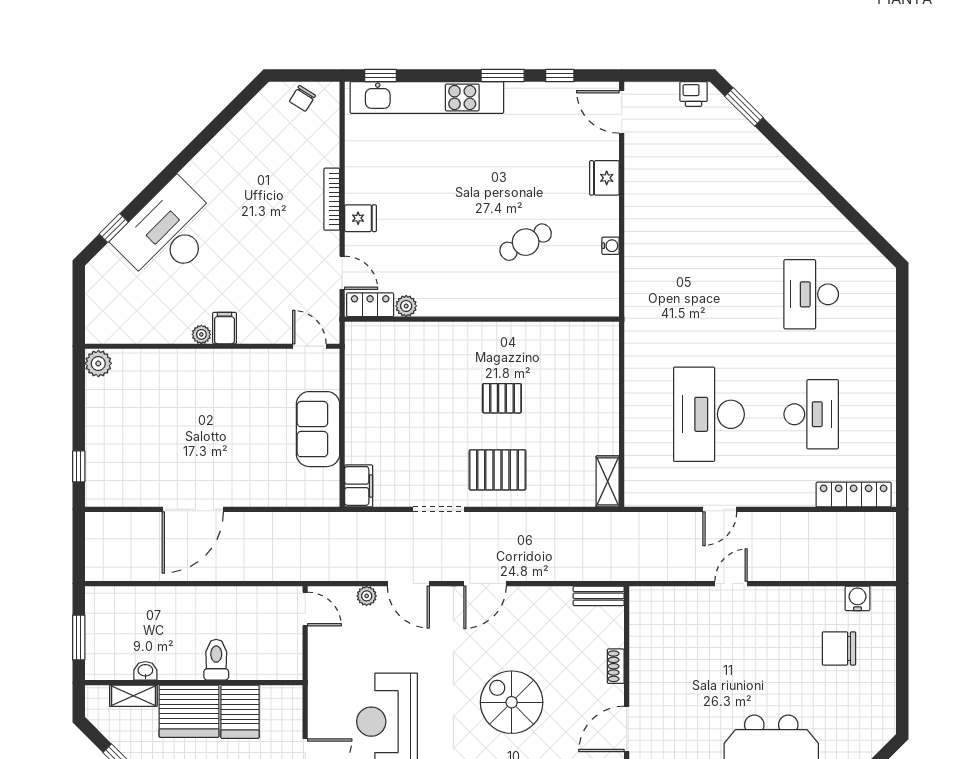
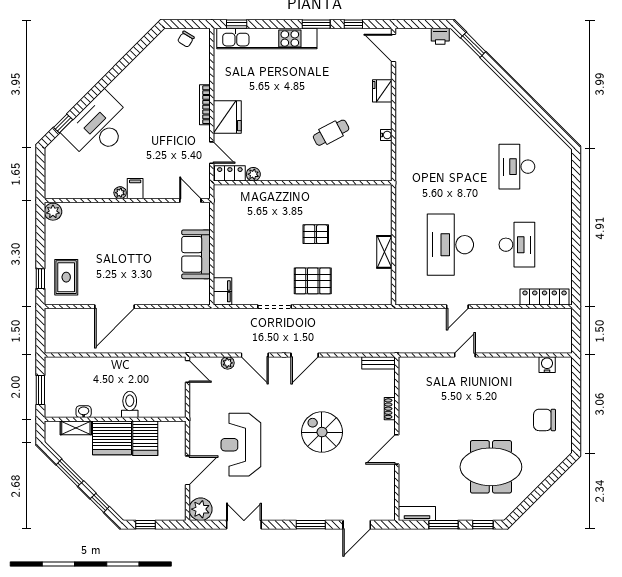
fridge: (361, 218) -> (227, 117), width x1.88, depth x1.34
rug: (119, 464) -> (66, 277), added
shelving: (608, 481) -> (384, 252), moved
chair: (839, 648) -> (545, 420), moved

